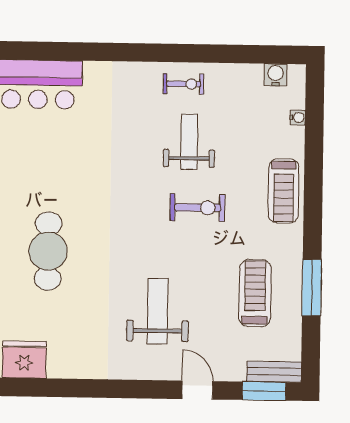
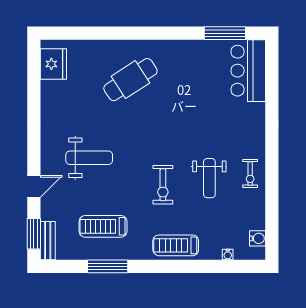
weight bench: (189, 142) -> (209, 178), turned 90
cafe table: (48, 251) -> (130, 80), turned -33
treadmill: (255, 293) -> (103, 226), turned 180

